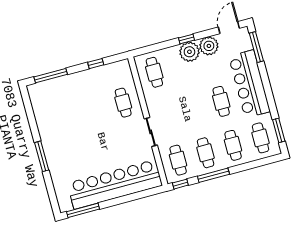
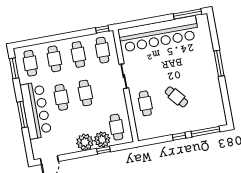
window: (187, 39) -> (103, 150), moved
plant: (209, 46) -> (102, 140), moved
window: (256, 47) -> (22, 114), moved
window: (96, 64) -> (179, 136), moved
cafe table: (194, 109) -> (85, 93), added
cafe table: (88, 113) -> (176, 97), added
window: (213, 175) -> (73, 35), removed

